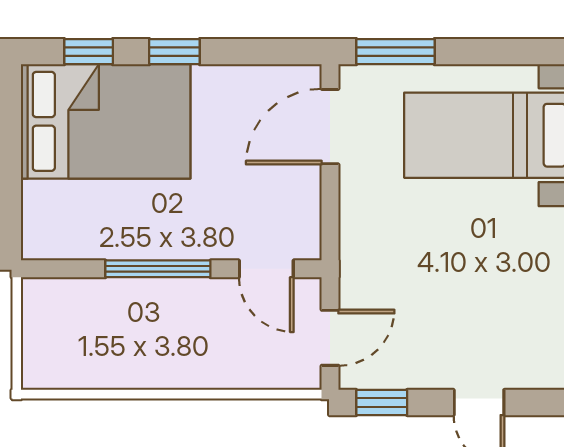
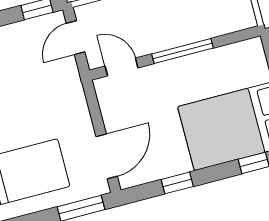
window: (174, 52) -> (177, 183), moved

